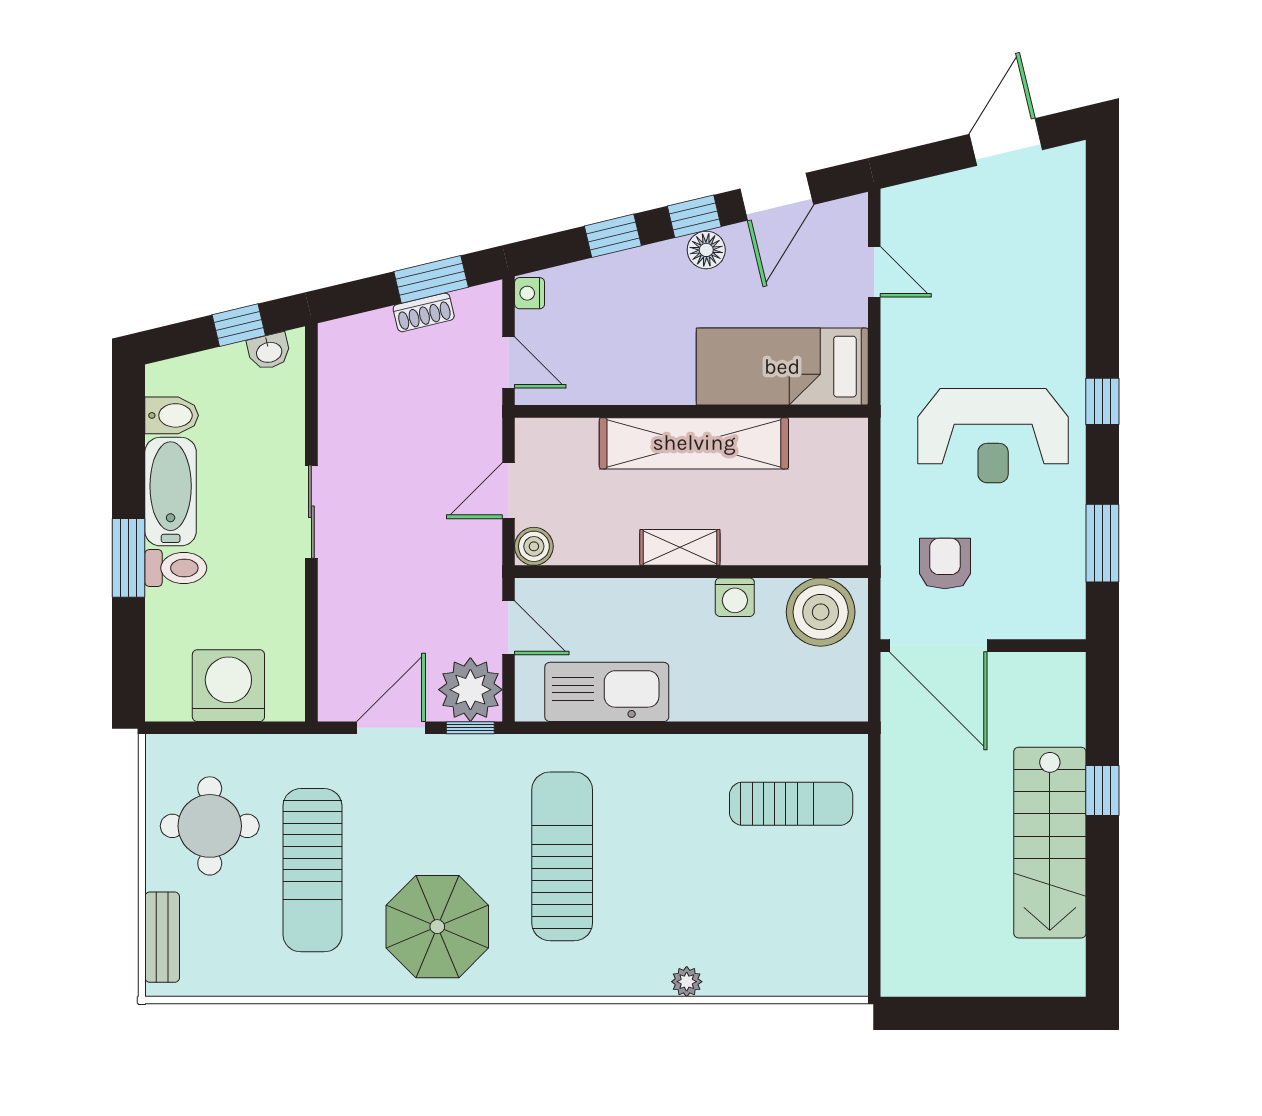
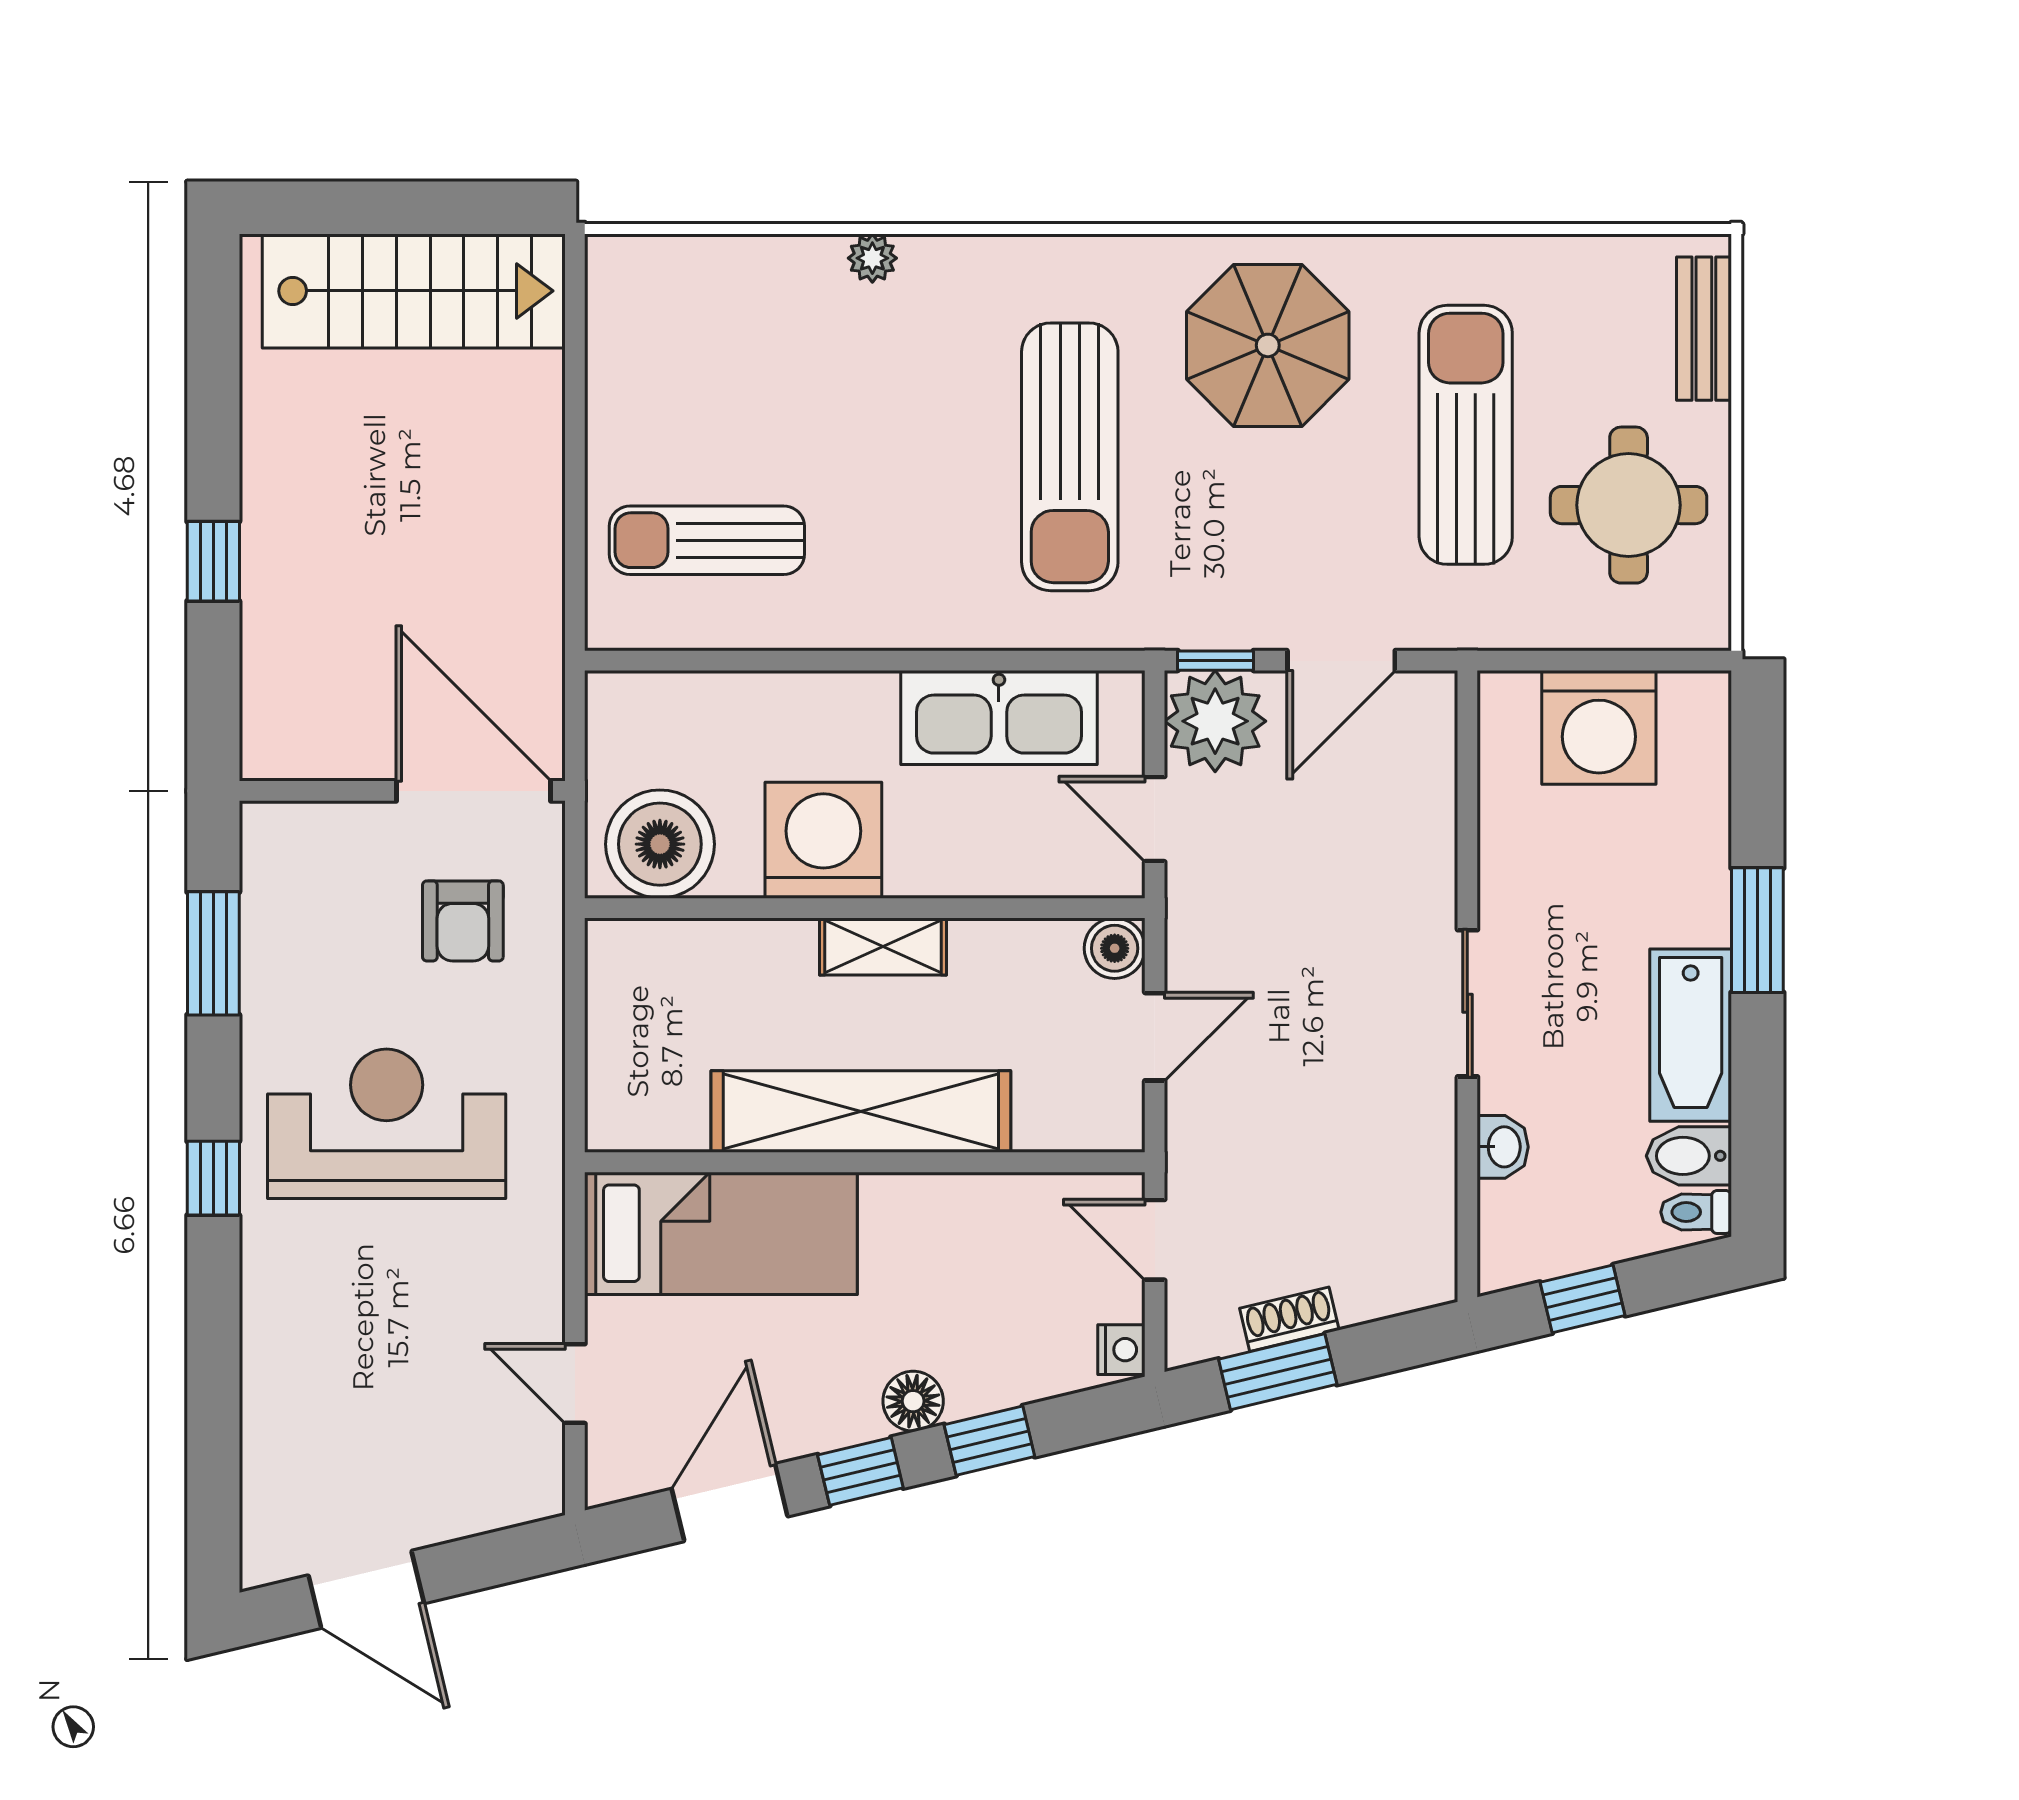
door: (1006, 142) -> (366, 1589), hinge flipped
floor lamp: (706, 250) -> (913, 1401), moved
washbasin: (269, 351) -> (1503, 1147), moved, turned 103
toilet: (176, 568) -> (1696, 1212), moved, width x0.73, depth x0.72
washing machine: (735, 597) -> (823, 840), width x1.89, depth x1.89
stairs: (1050, 843) -> (414, 291), moved, turned 90

